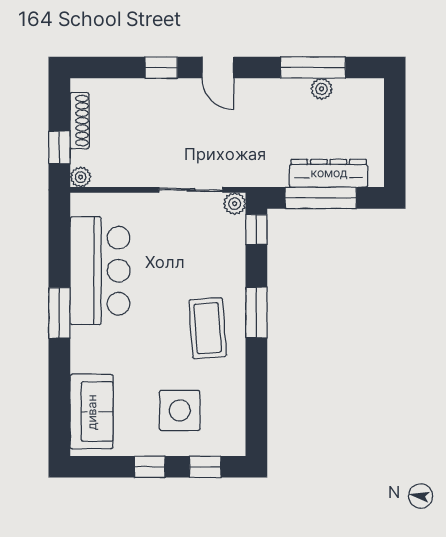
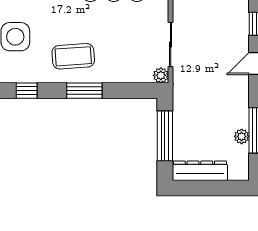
dresser: (329, 173) -> (200, 171), moved, turned -90
window: (256, 230) -> (27, 91), moved

